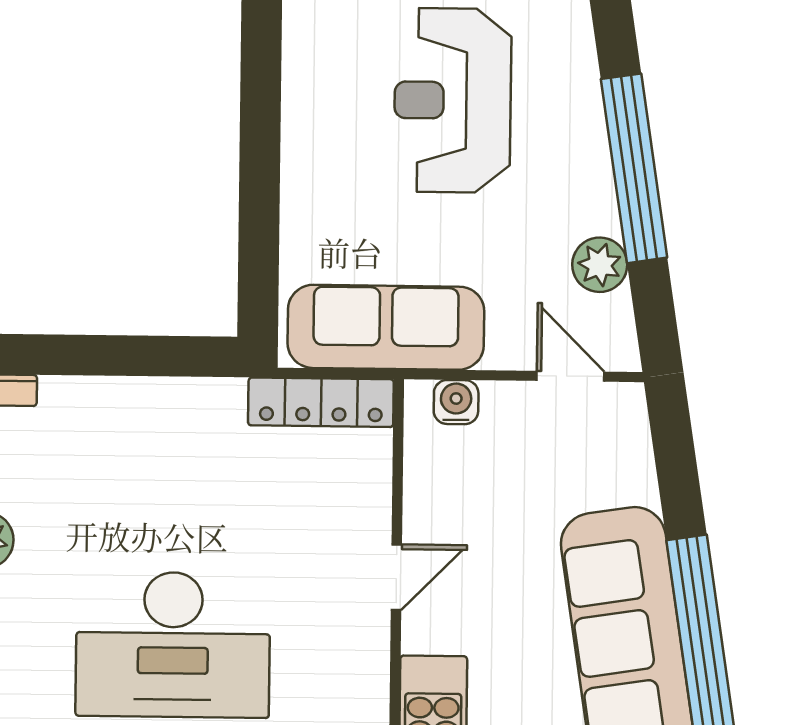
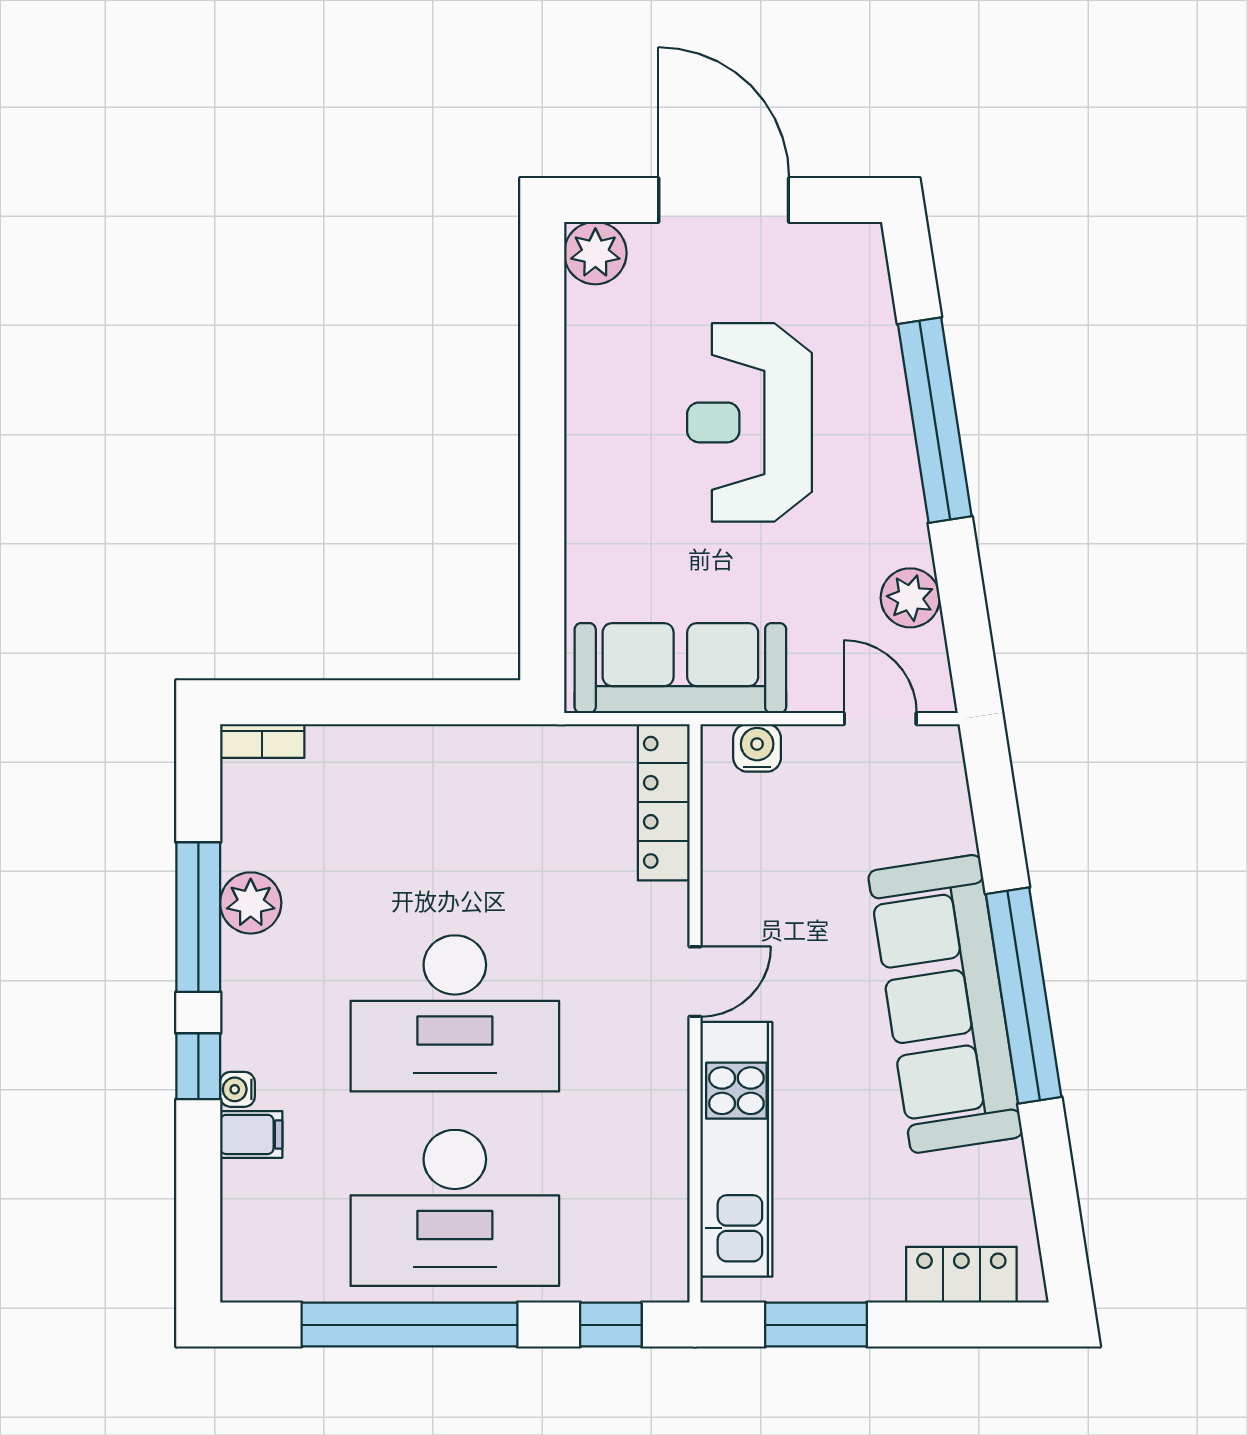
window: (634, 168) -> (935, 420), moved
locker: (321, 402) -> (664, 802), moved, turned 90
door: (396, 577) -> (695, 982), moved

